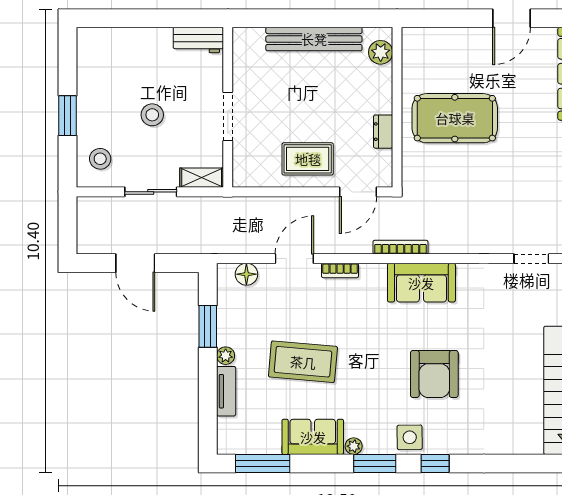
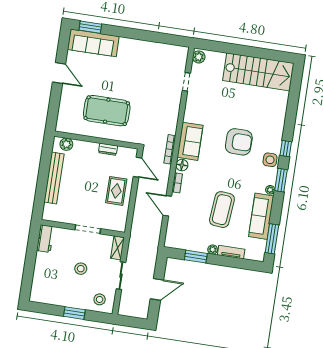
pool table: (455, 118) -> (107, 111), turned 90
floor lamp: (246, 274) -> (182, 165), moved
sofa: (313, 437) -> (261, 216), width x1.36

